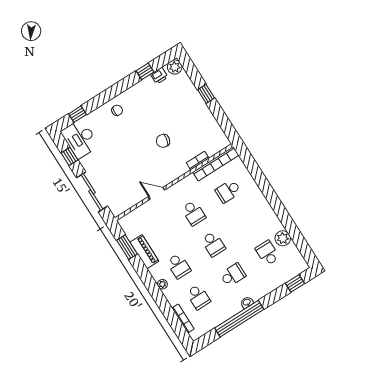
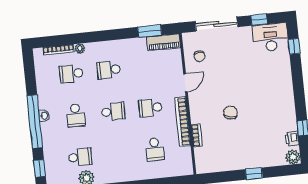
chair: (117, 110) -> (199, 56), moved
bookcase: (216, 164) -> (183, 122), moved
school desk: (228, 191) -> (155, 149), turned 180
school desk: (213, 244) -> (113, 111), turned 180
piano: (144, 252) -> (164, 42), moved
plant: (162, 284) -> (80, 48), moved
window: (239, 319) -> (35, 121), moved

